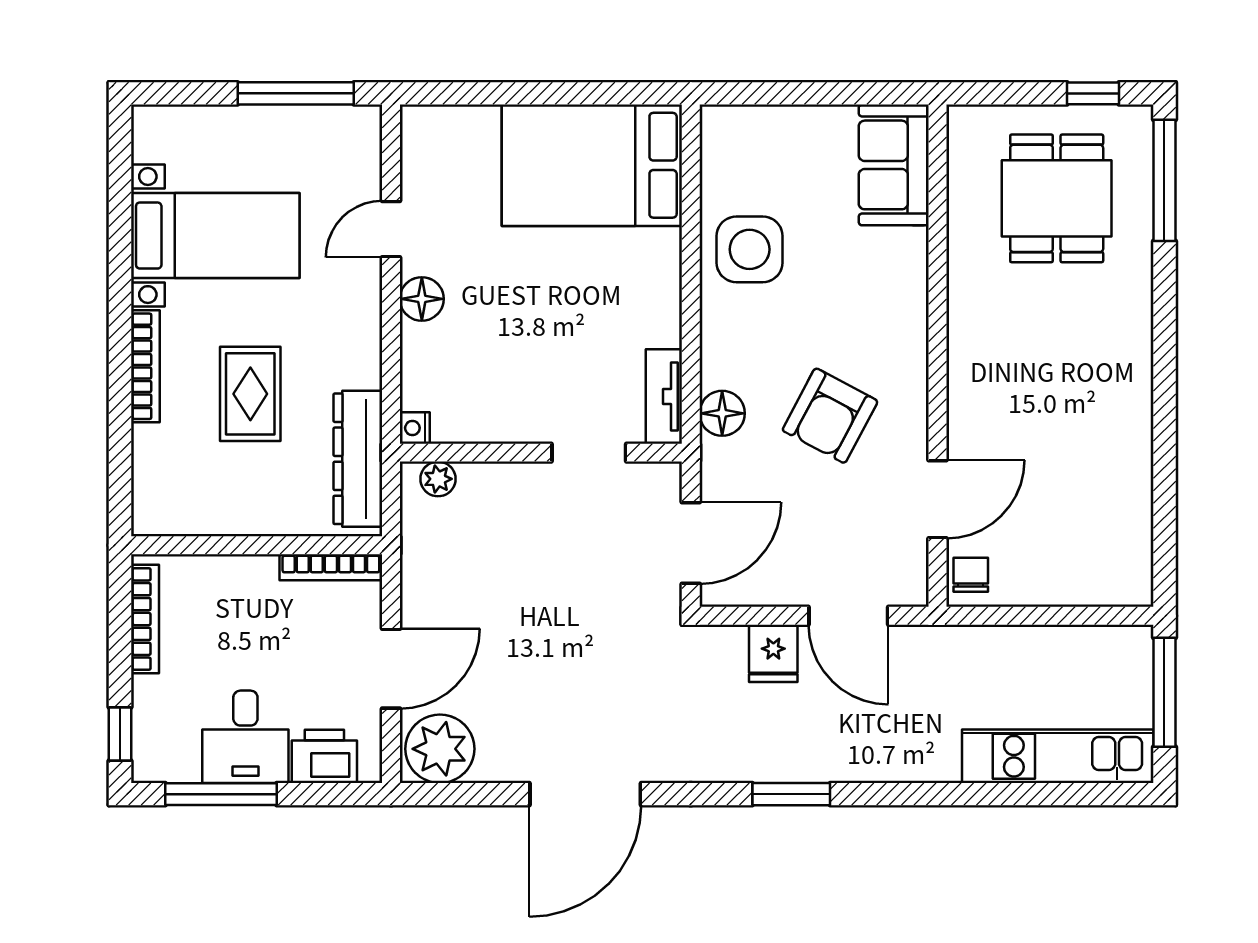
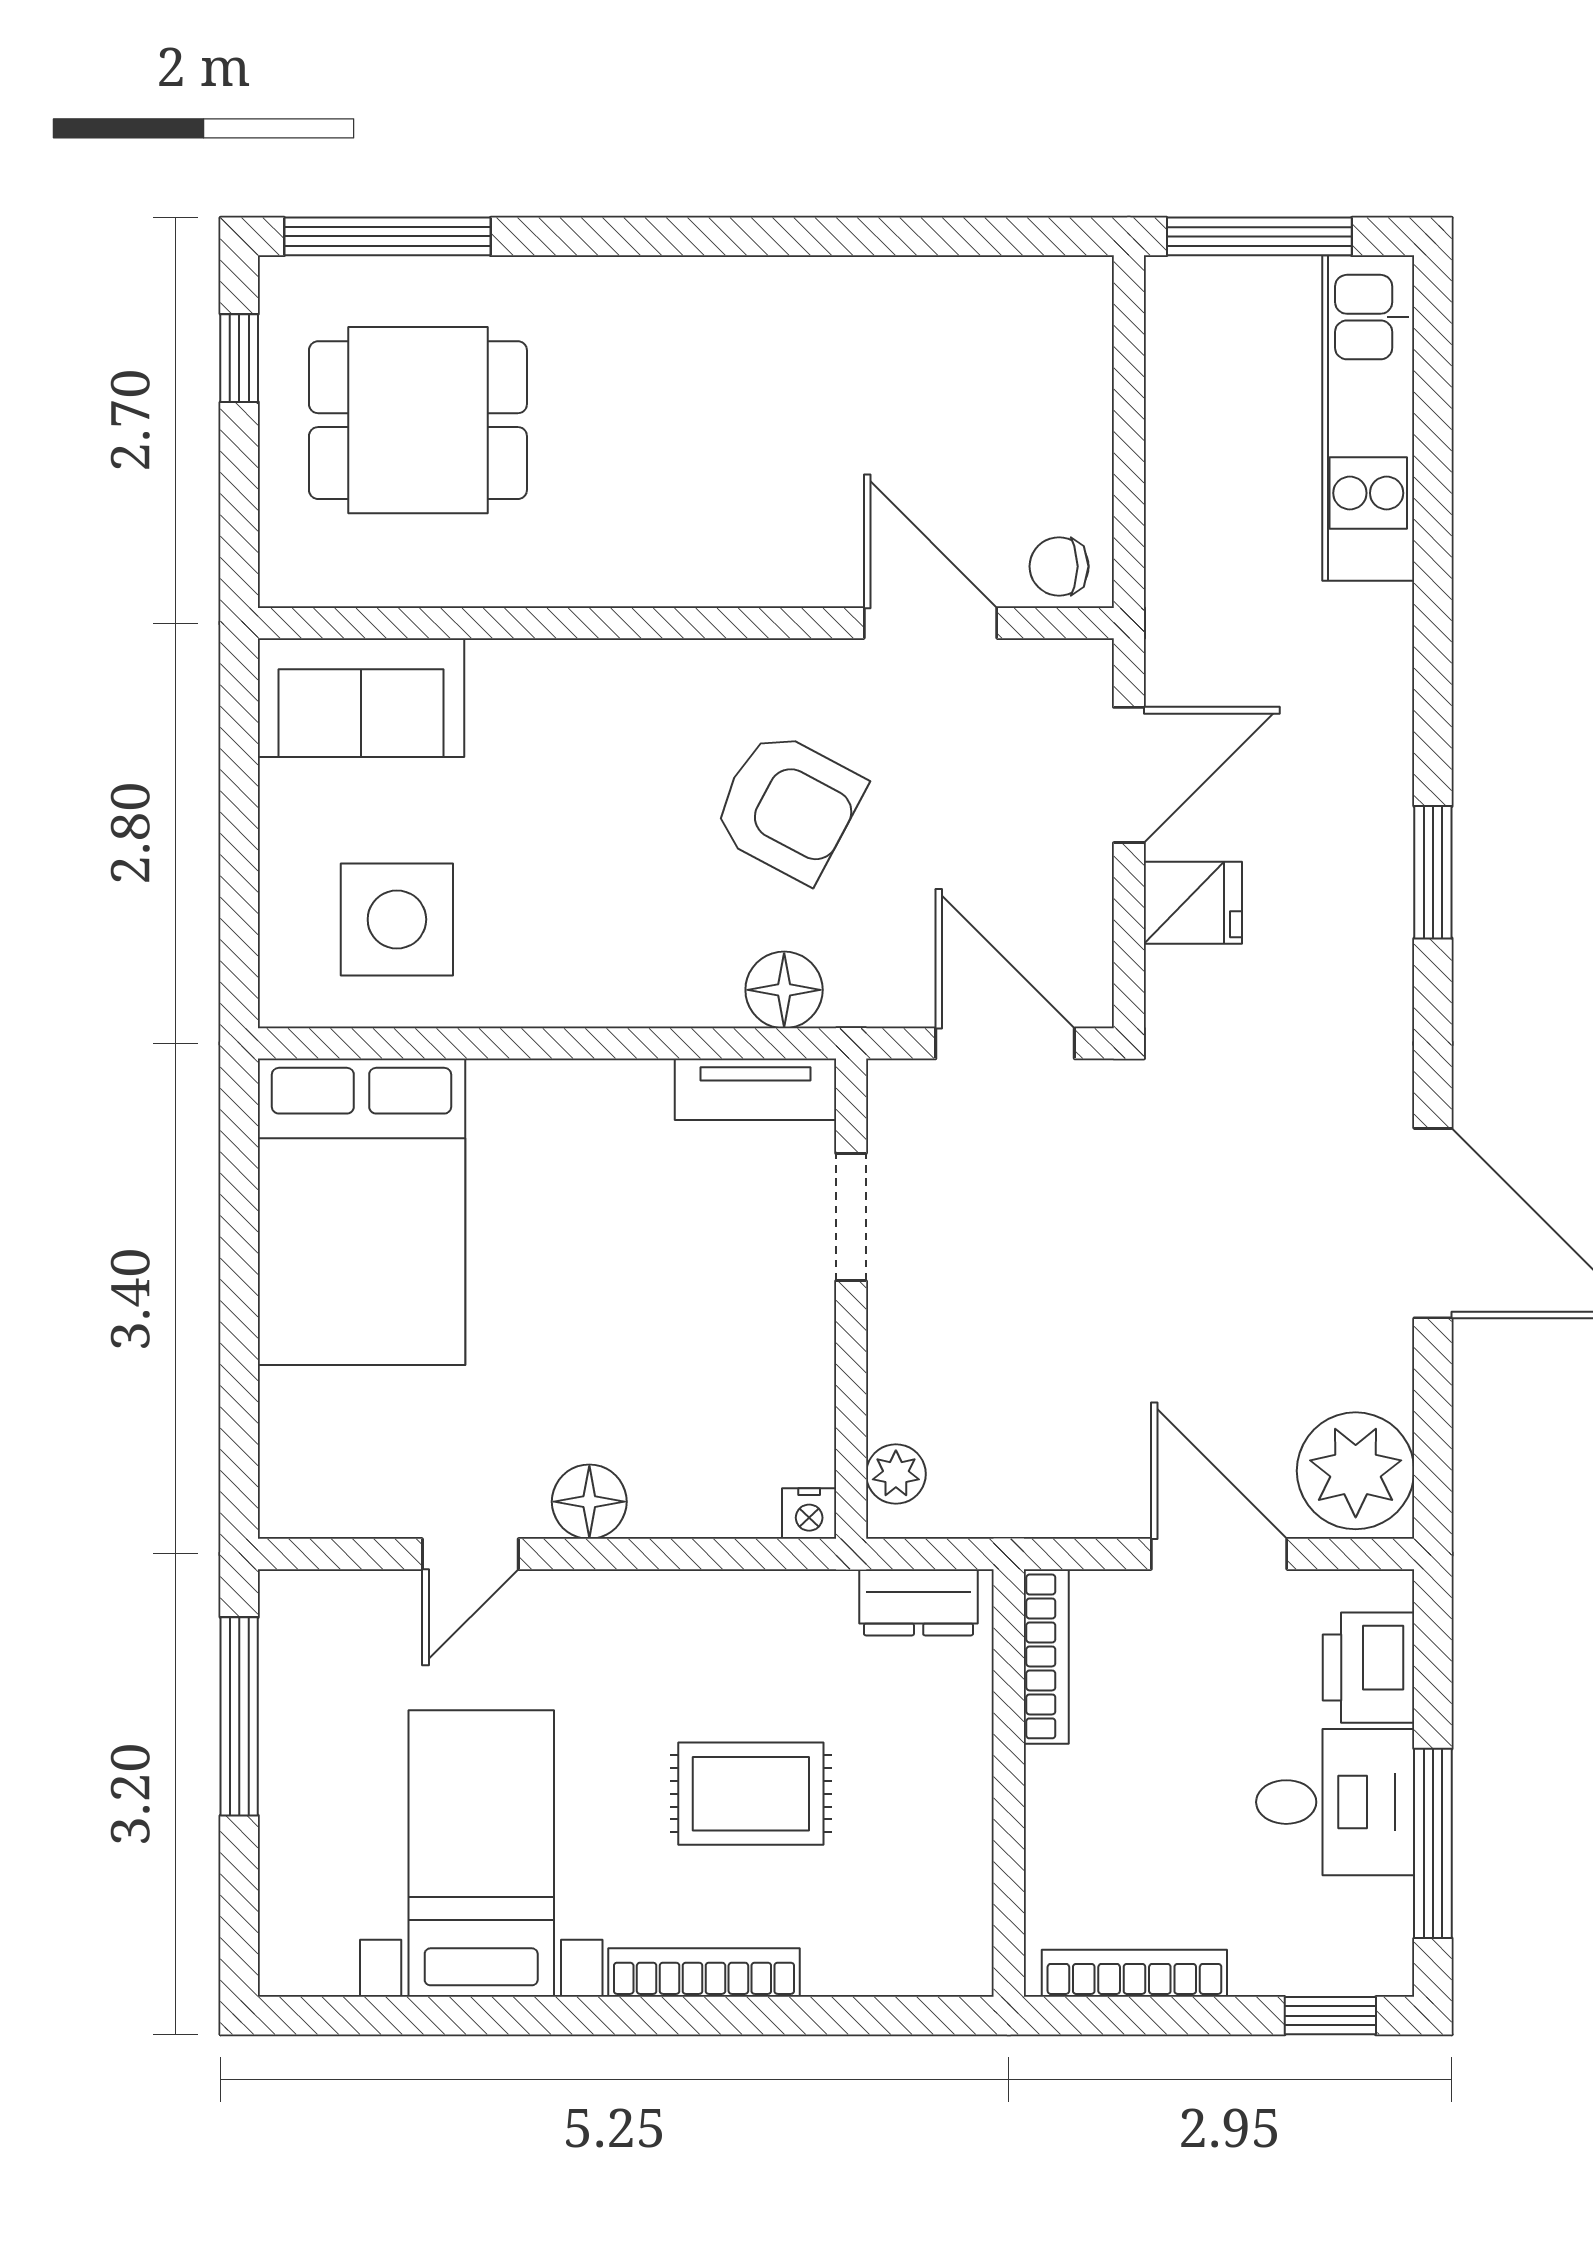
door: (391, 229) -> (470, 1554), hinge flipped
side table: (750, 249) -> (397, 919), moved
dresser: (358, 459) -> (919, 1602), width x0.51, depth x0.80

